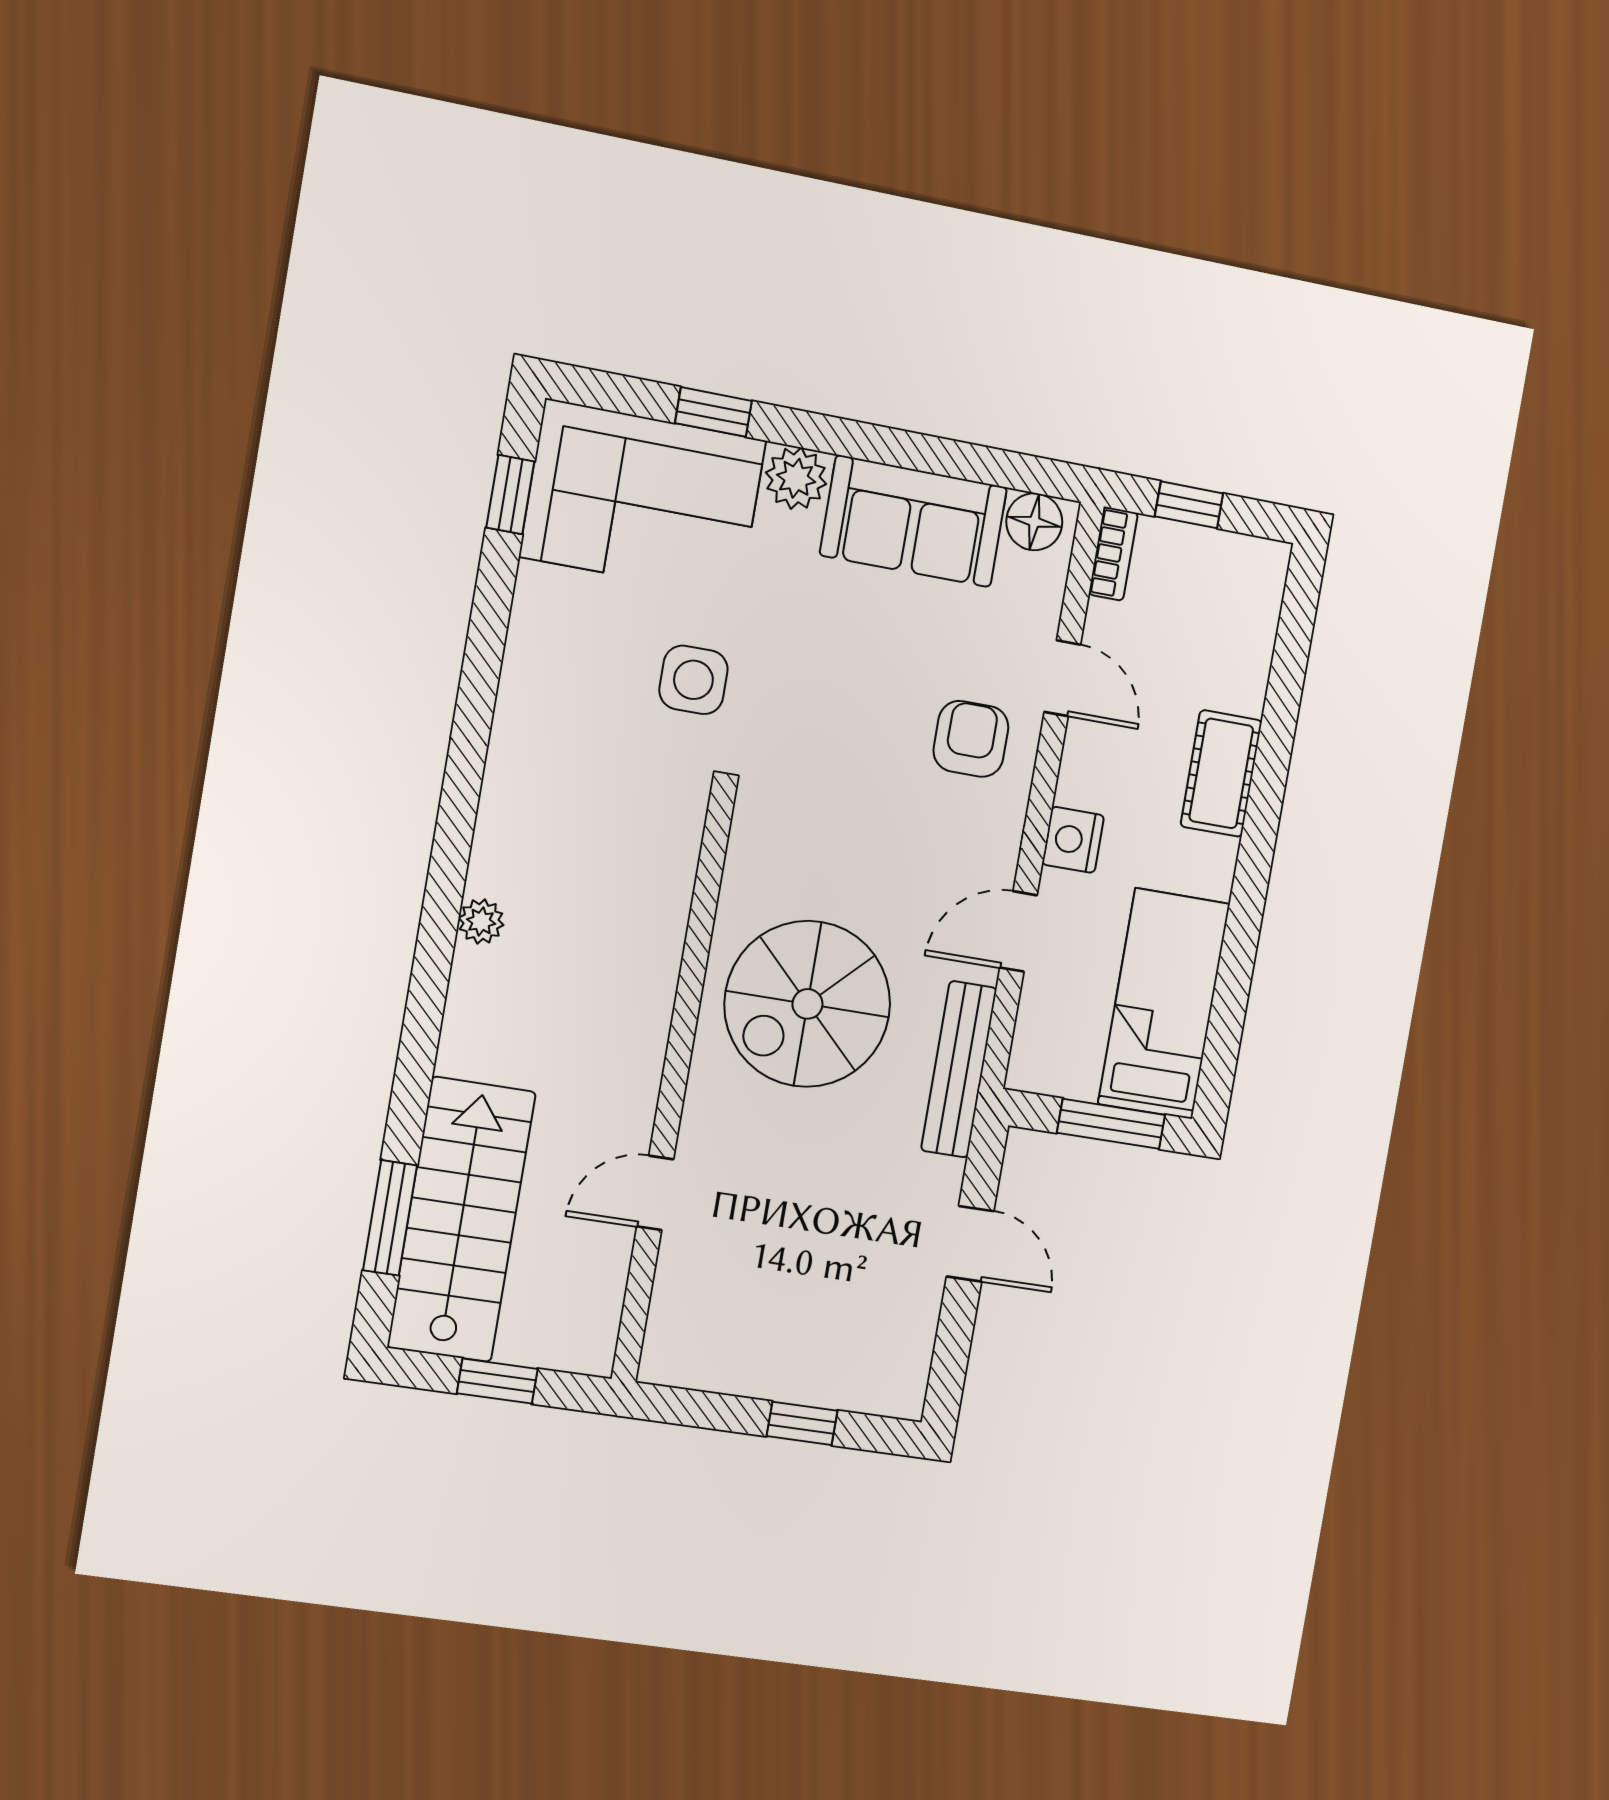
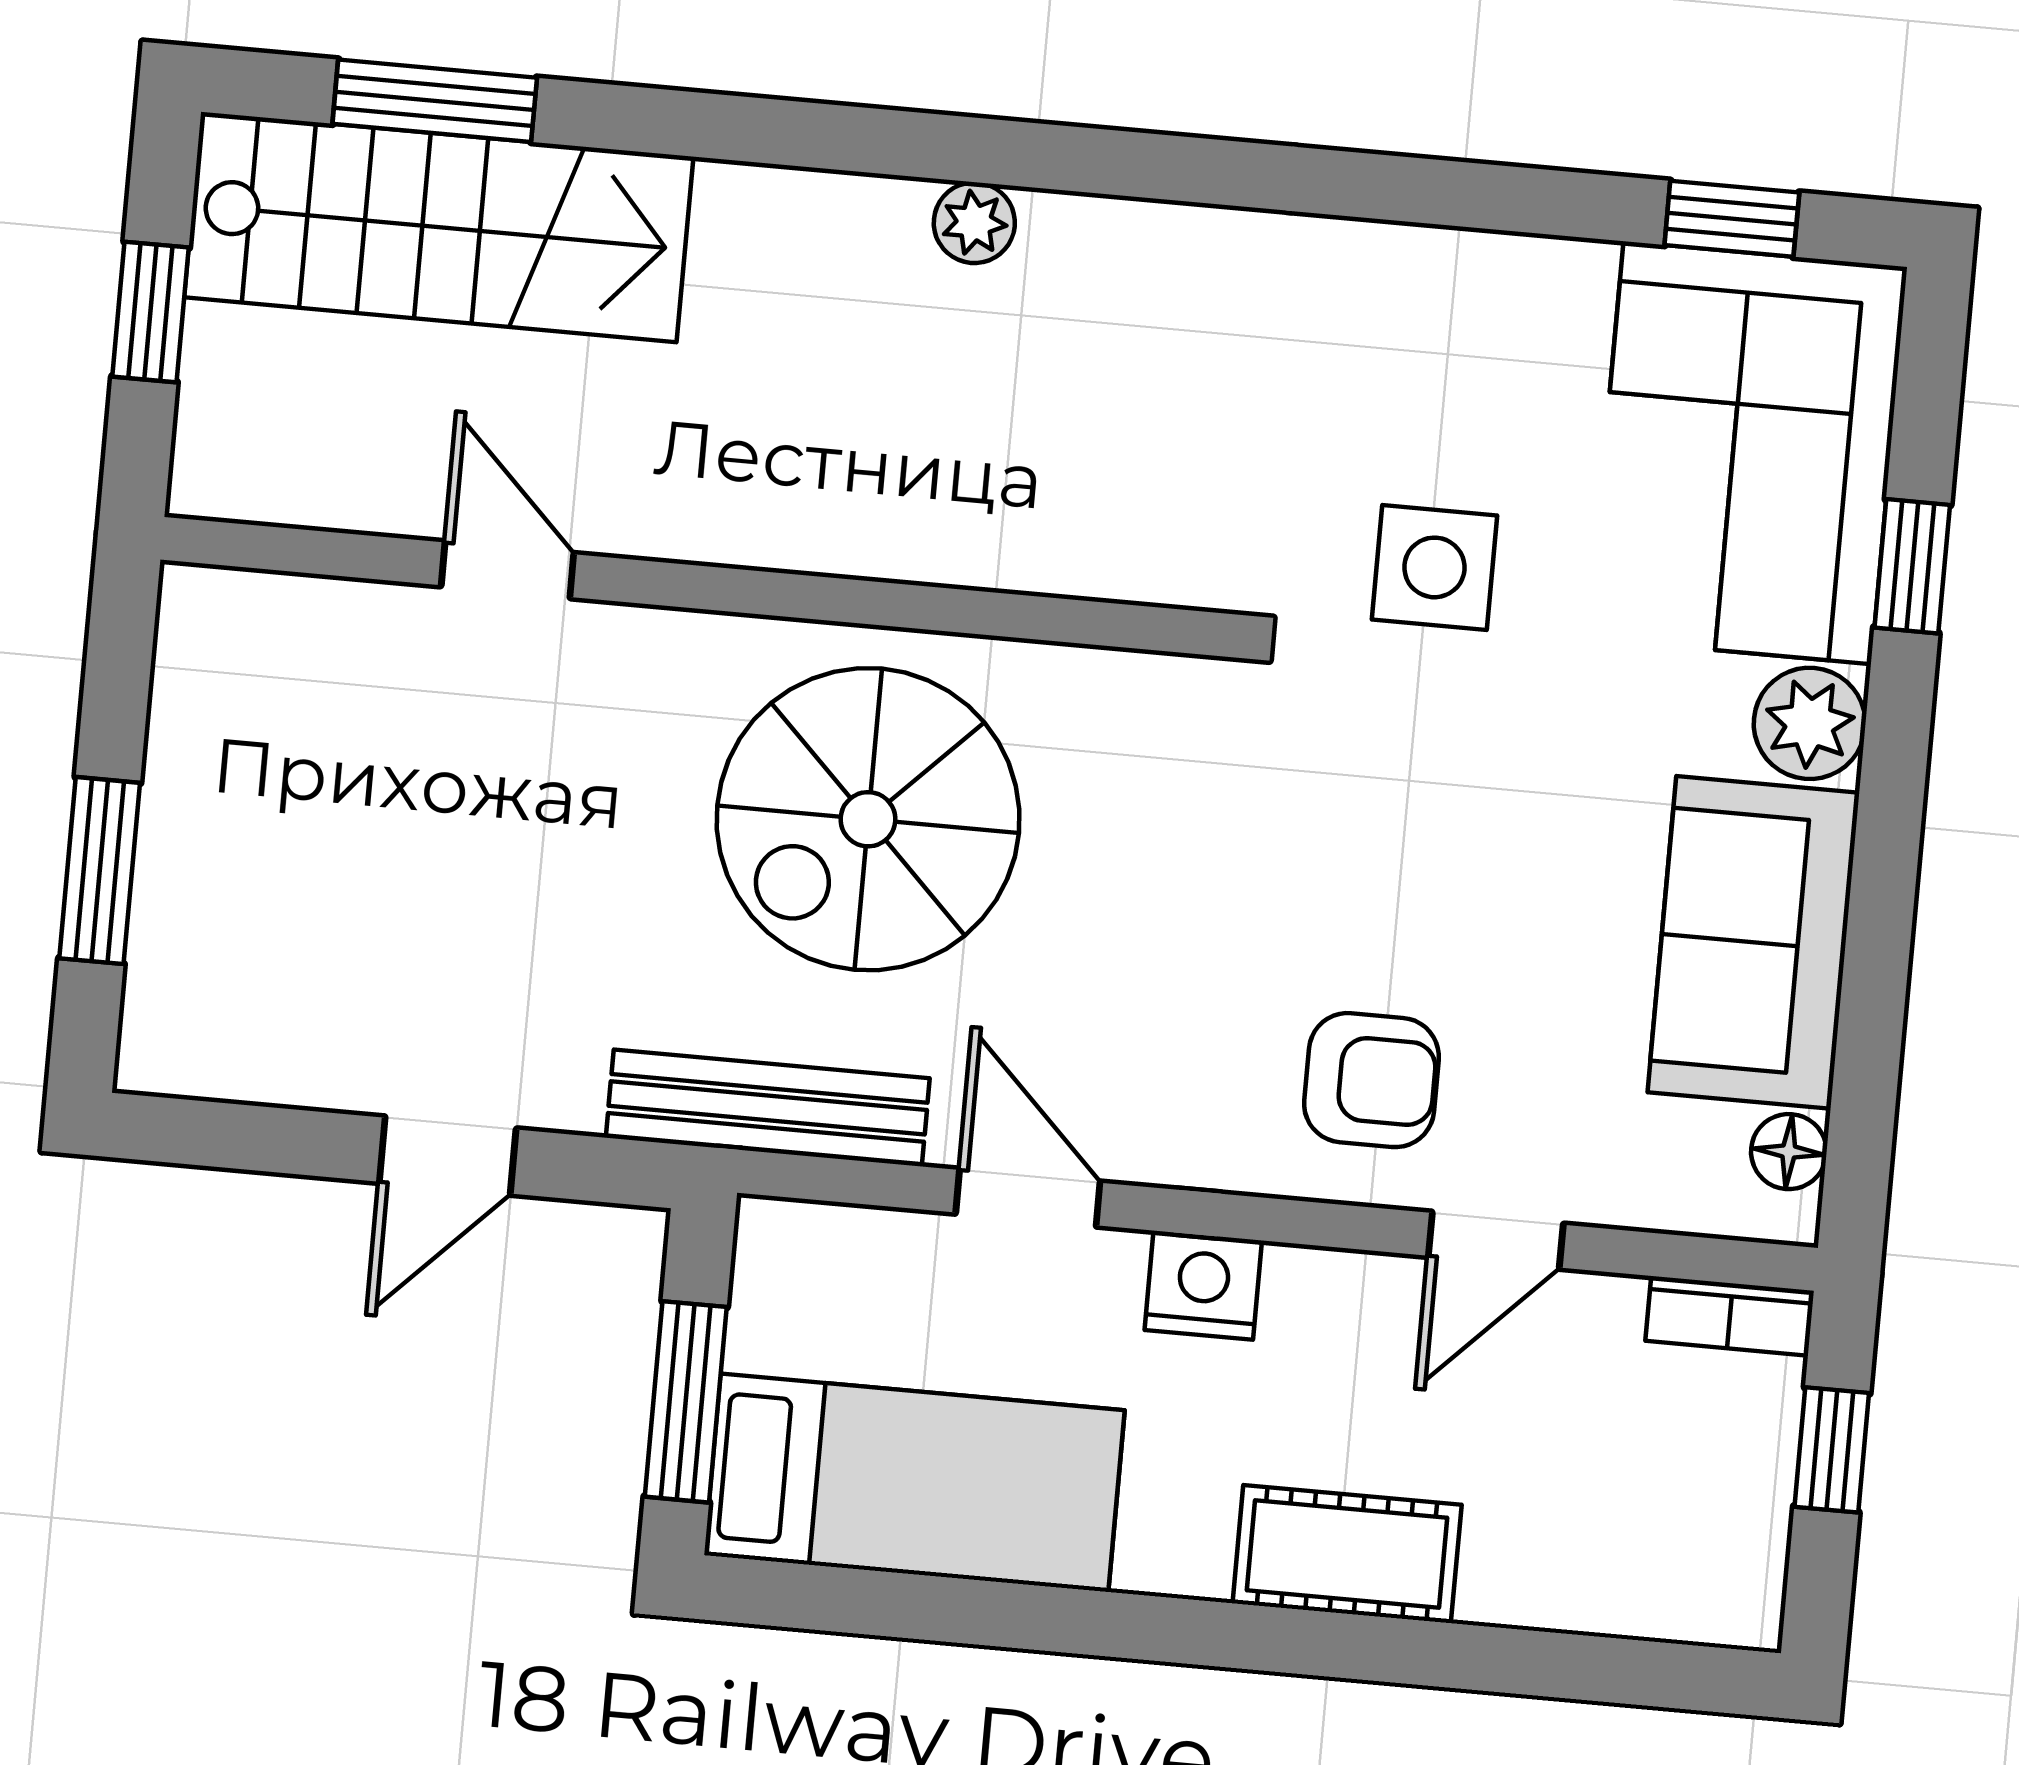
floor lamp: (1034, 522) -> (1789, 1152), width x0.73, depth x0.73
spiral stairs: (807, 1004) -> (868, 819), turned -90
window: (802, 1423) -> (100, 871), width x1.50

